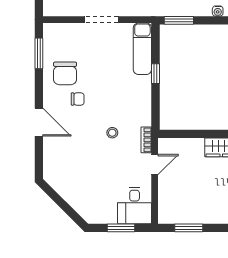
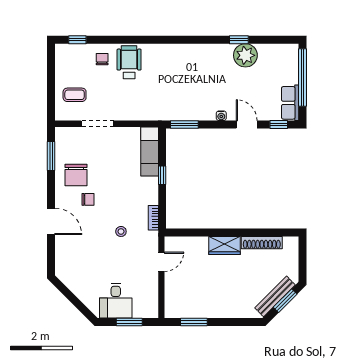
doorway: (101, 20) -> (98, 124), moved
bookcase: (146, 140) -> (153, 218), moved
desk: (135, 205) -> (116, 301), moved

